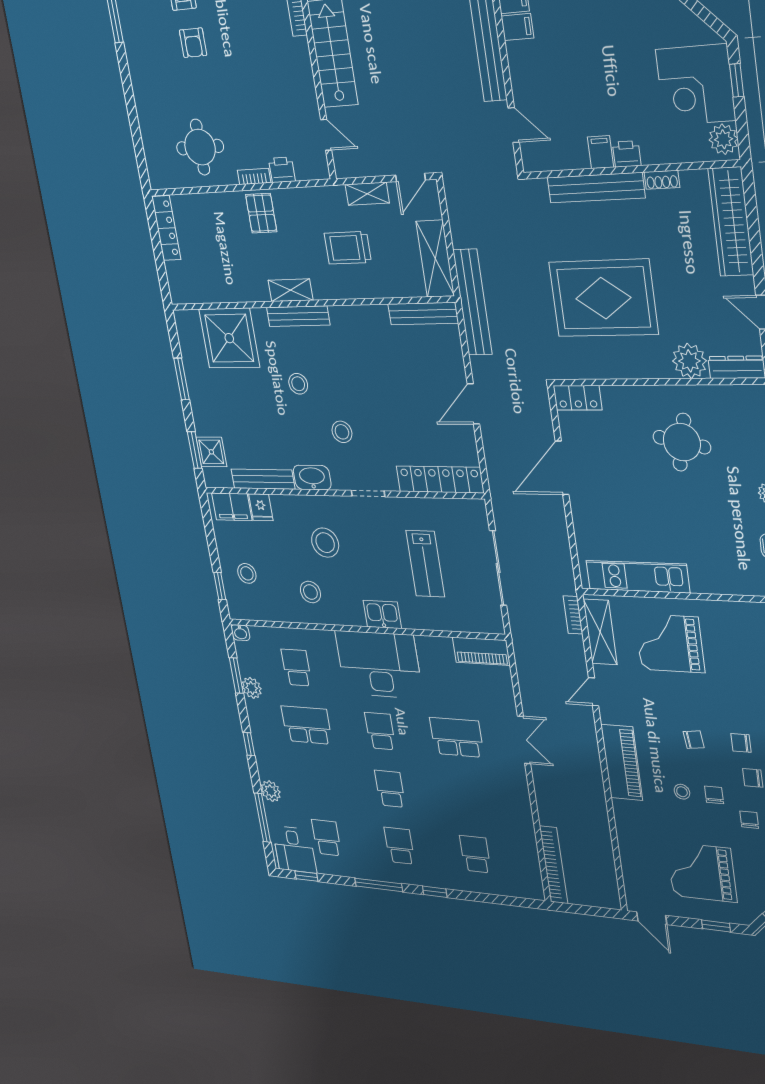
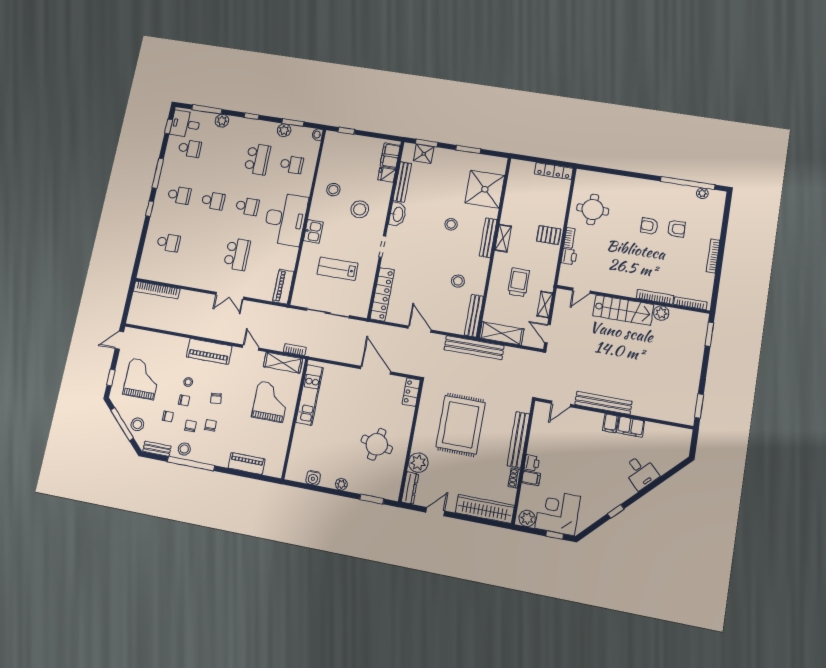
filing cabinet: (601, 152) -> (531, 478), moved
stool: (342, 432) -> (458, 281), moved
stool: (247, 573) -> (351, 152), removed

